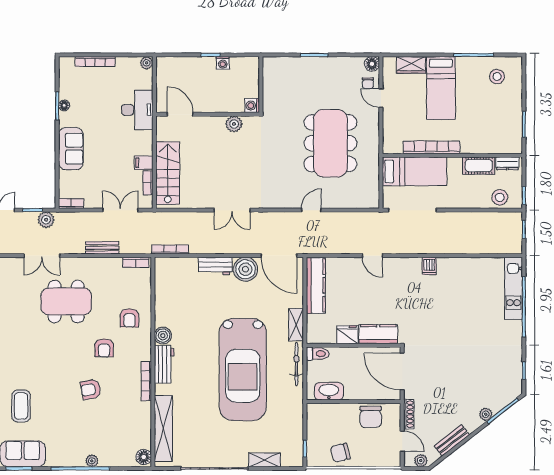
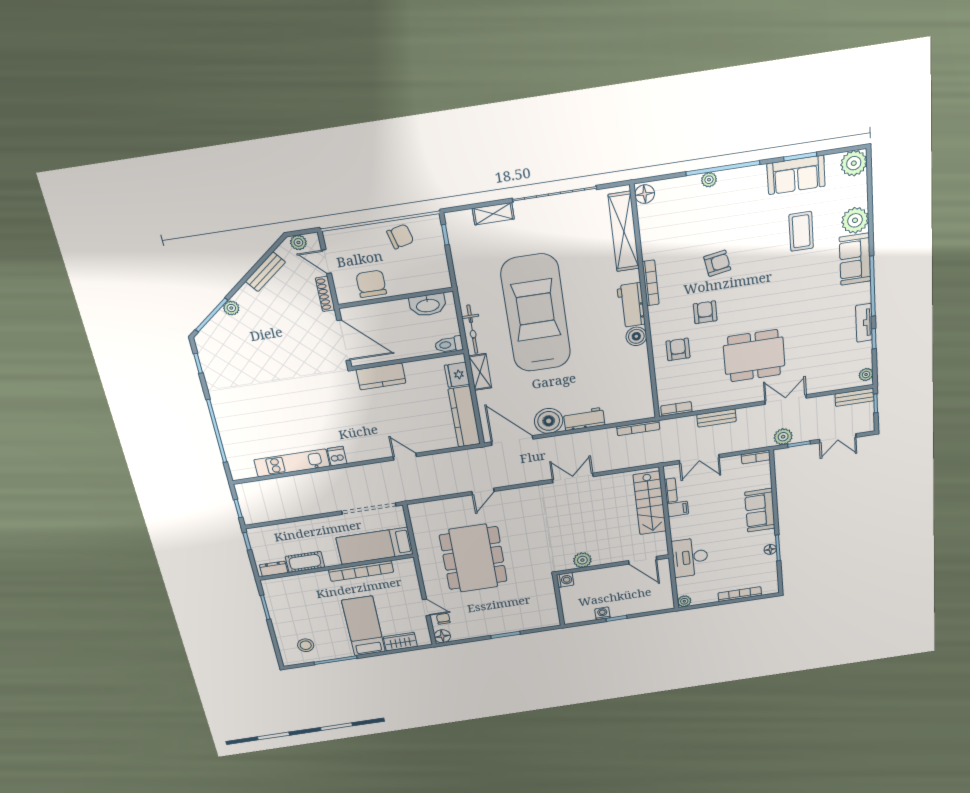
stool: (500, 197) -> (274, 535), removed
kitchen unit: (514, 288) -> (292, 463), moved, turned -90
fridge: (347, 335) -> (457, 375), moved, turned 90

